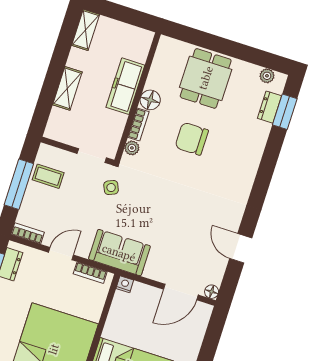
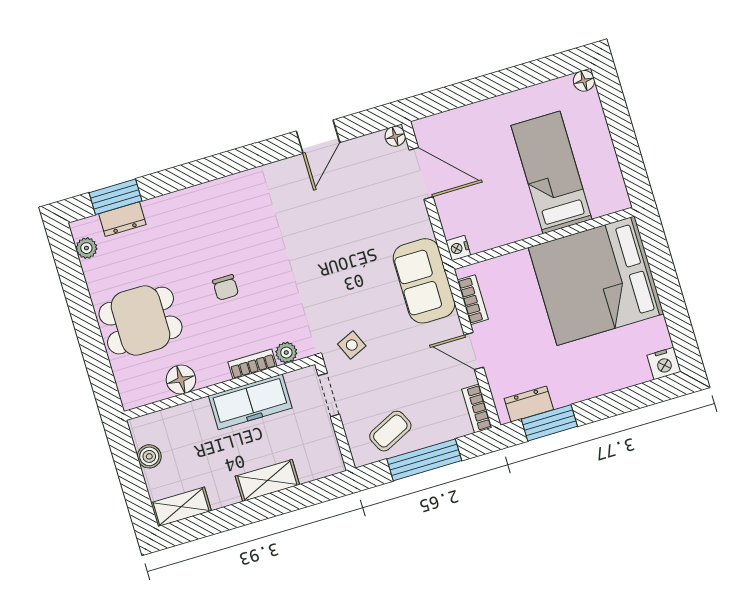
boiler: (126, 31) -> (149, 456), added
freezer: (125, 86) -> (250, 402), moved
floor lamp: (150, 100) -> (181, 380), moved
chair: (192, 139) -> (226, 287), width x0.54, depth x0.54
coffee table: (48, 176) -> (390, 431), turned 64

